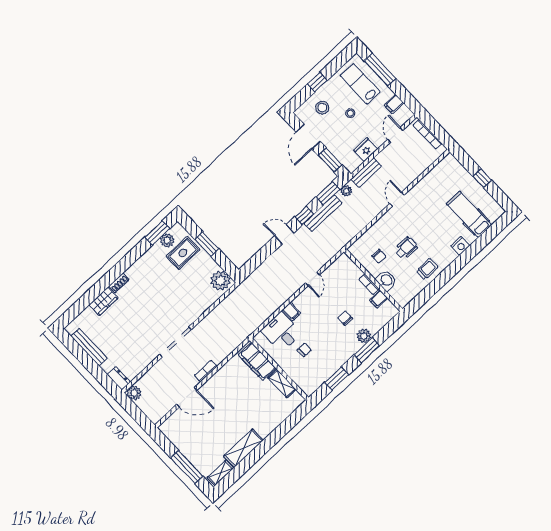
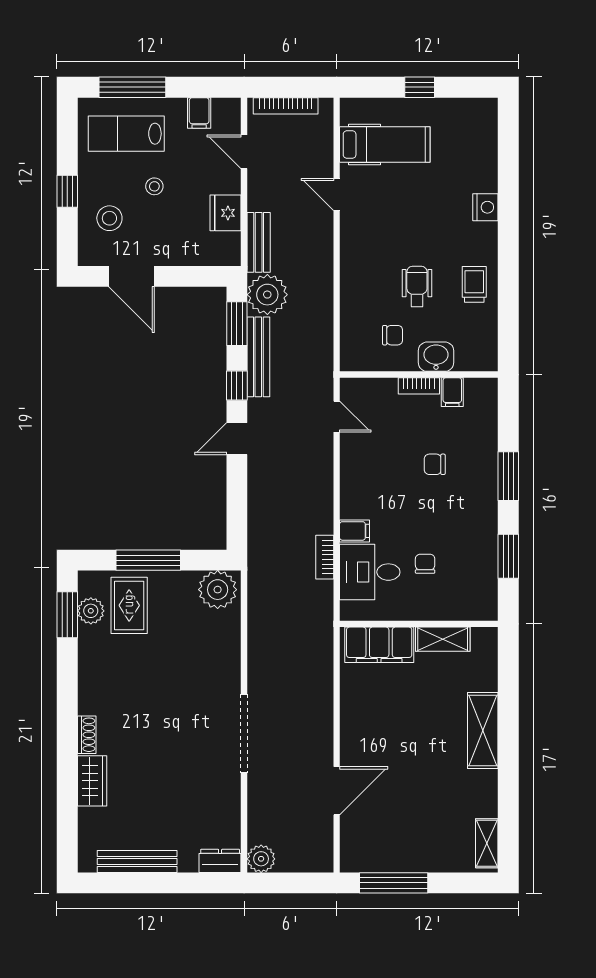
window: (330, 160) -> (193, 276), removed
plant: (346, 191) -> (267, 295), width x1.88, depth x1.88
door: (397, 199) -> (337, 194), moved
hospital bed: (469, 214) -> (385, 145), moved, turned 180
window: (207, 244) -> (148, 560), width x1.44
door: (312, 279) -> (337, 417), moved
plant: (364, 336) -> (484, 461), removed
bookcase: (206, 371) -> (325, 557), moved
shelving: (244, 448) -> (483, 730), moved
window: (187, 467) -> (394, 883), moved

